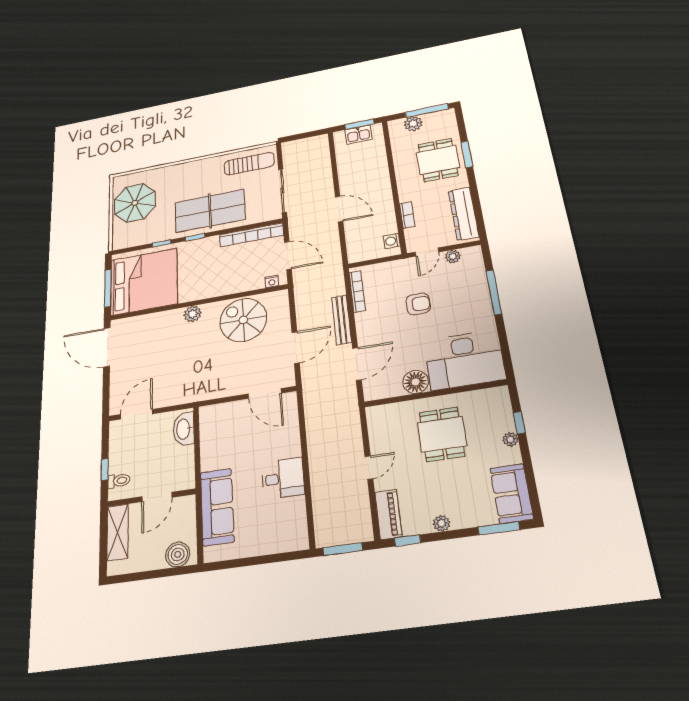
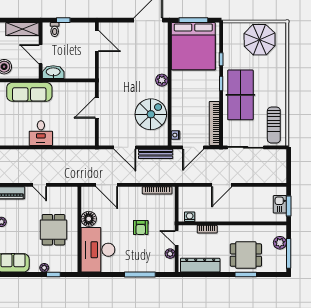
bench: (342, 320) -> (156, 154), moved
door: (265, 394) -> (97, 108), moved
washbasin: (184, 429) -> (53, 72), moved
dining table: (442, 434) -> (53, 230), turned 90

